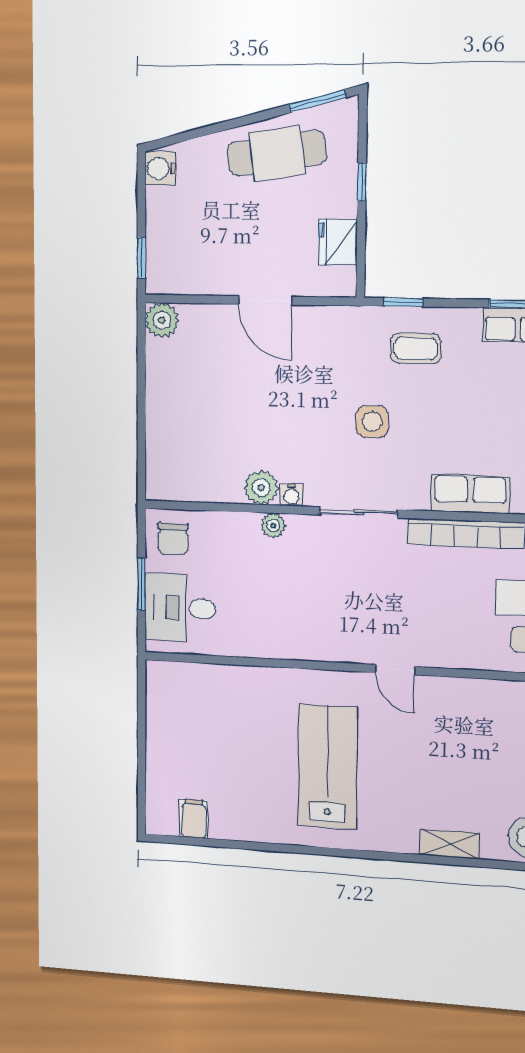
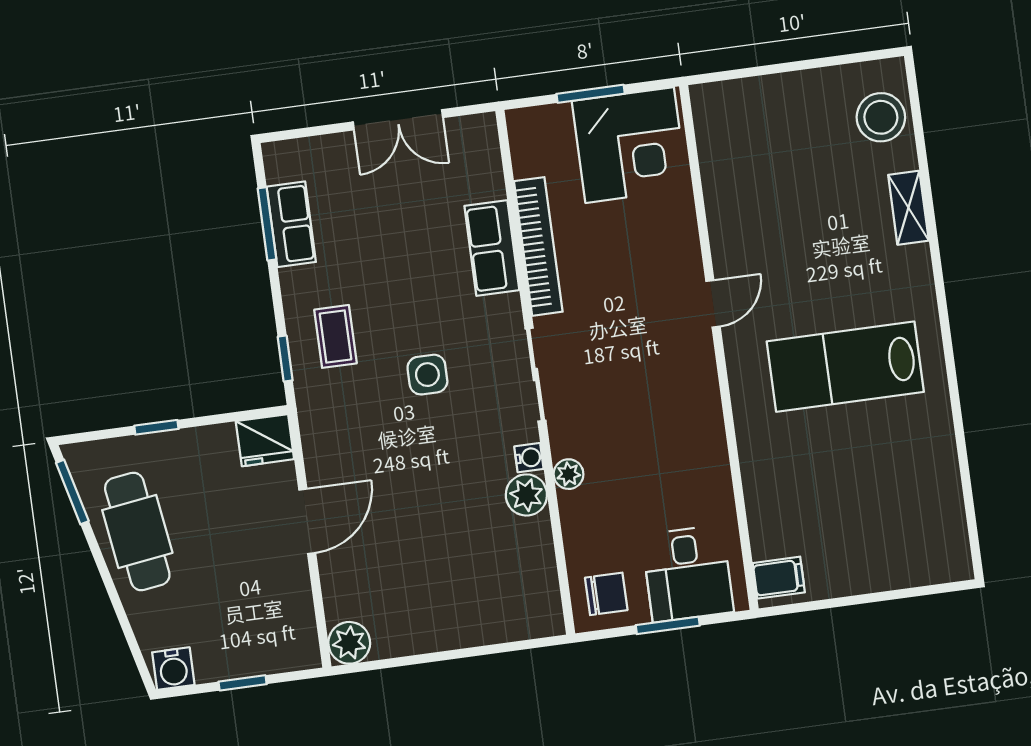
fridge: (338, 242) -> (265, 440), moved
window: (141, 258) -> (243, 683), moved
filing cabinet: (194, 819) -> (779, 578), moved, turned 180

